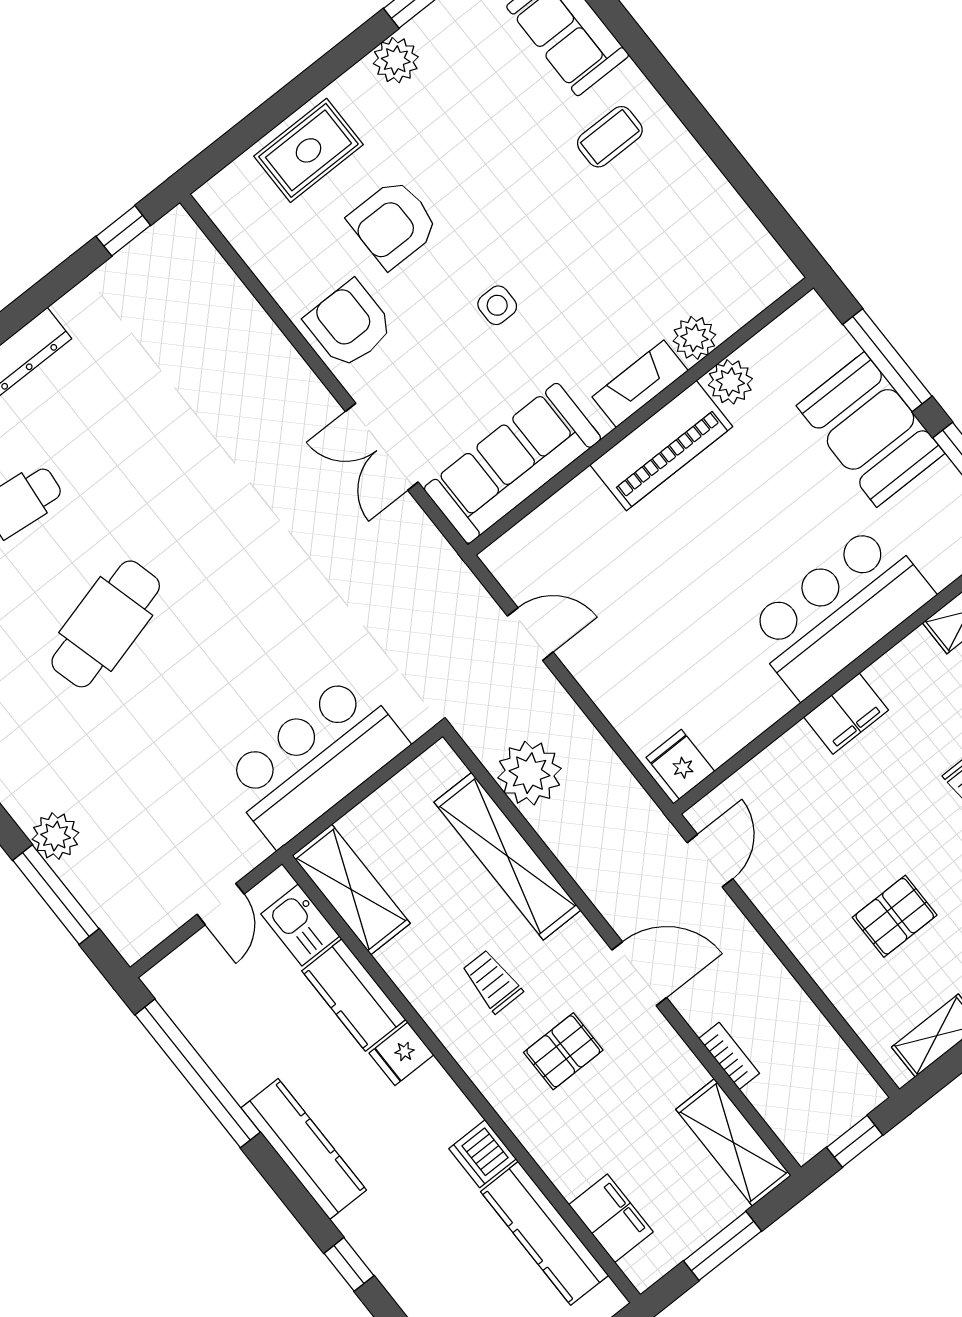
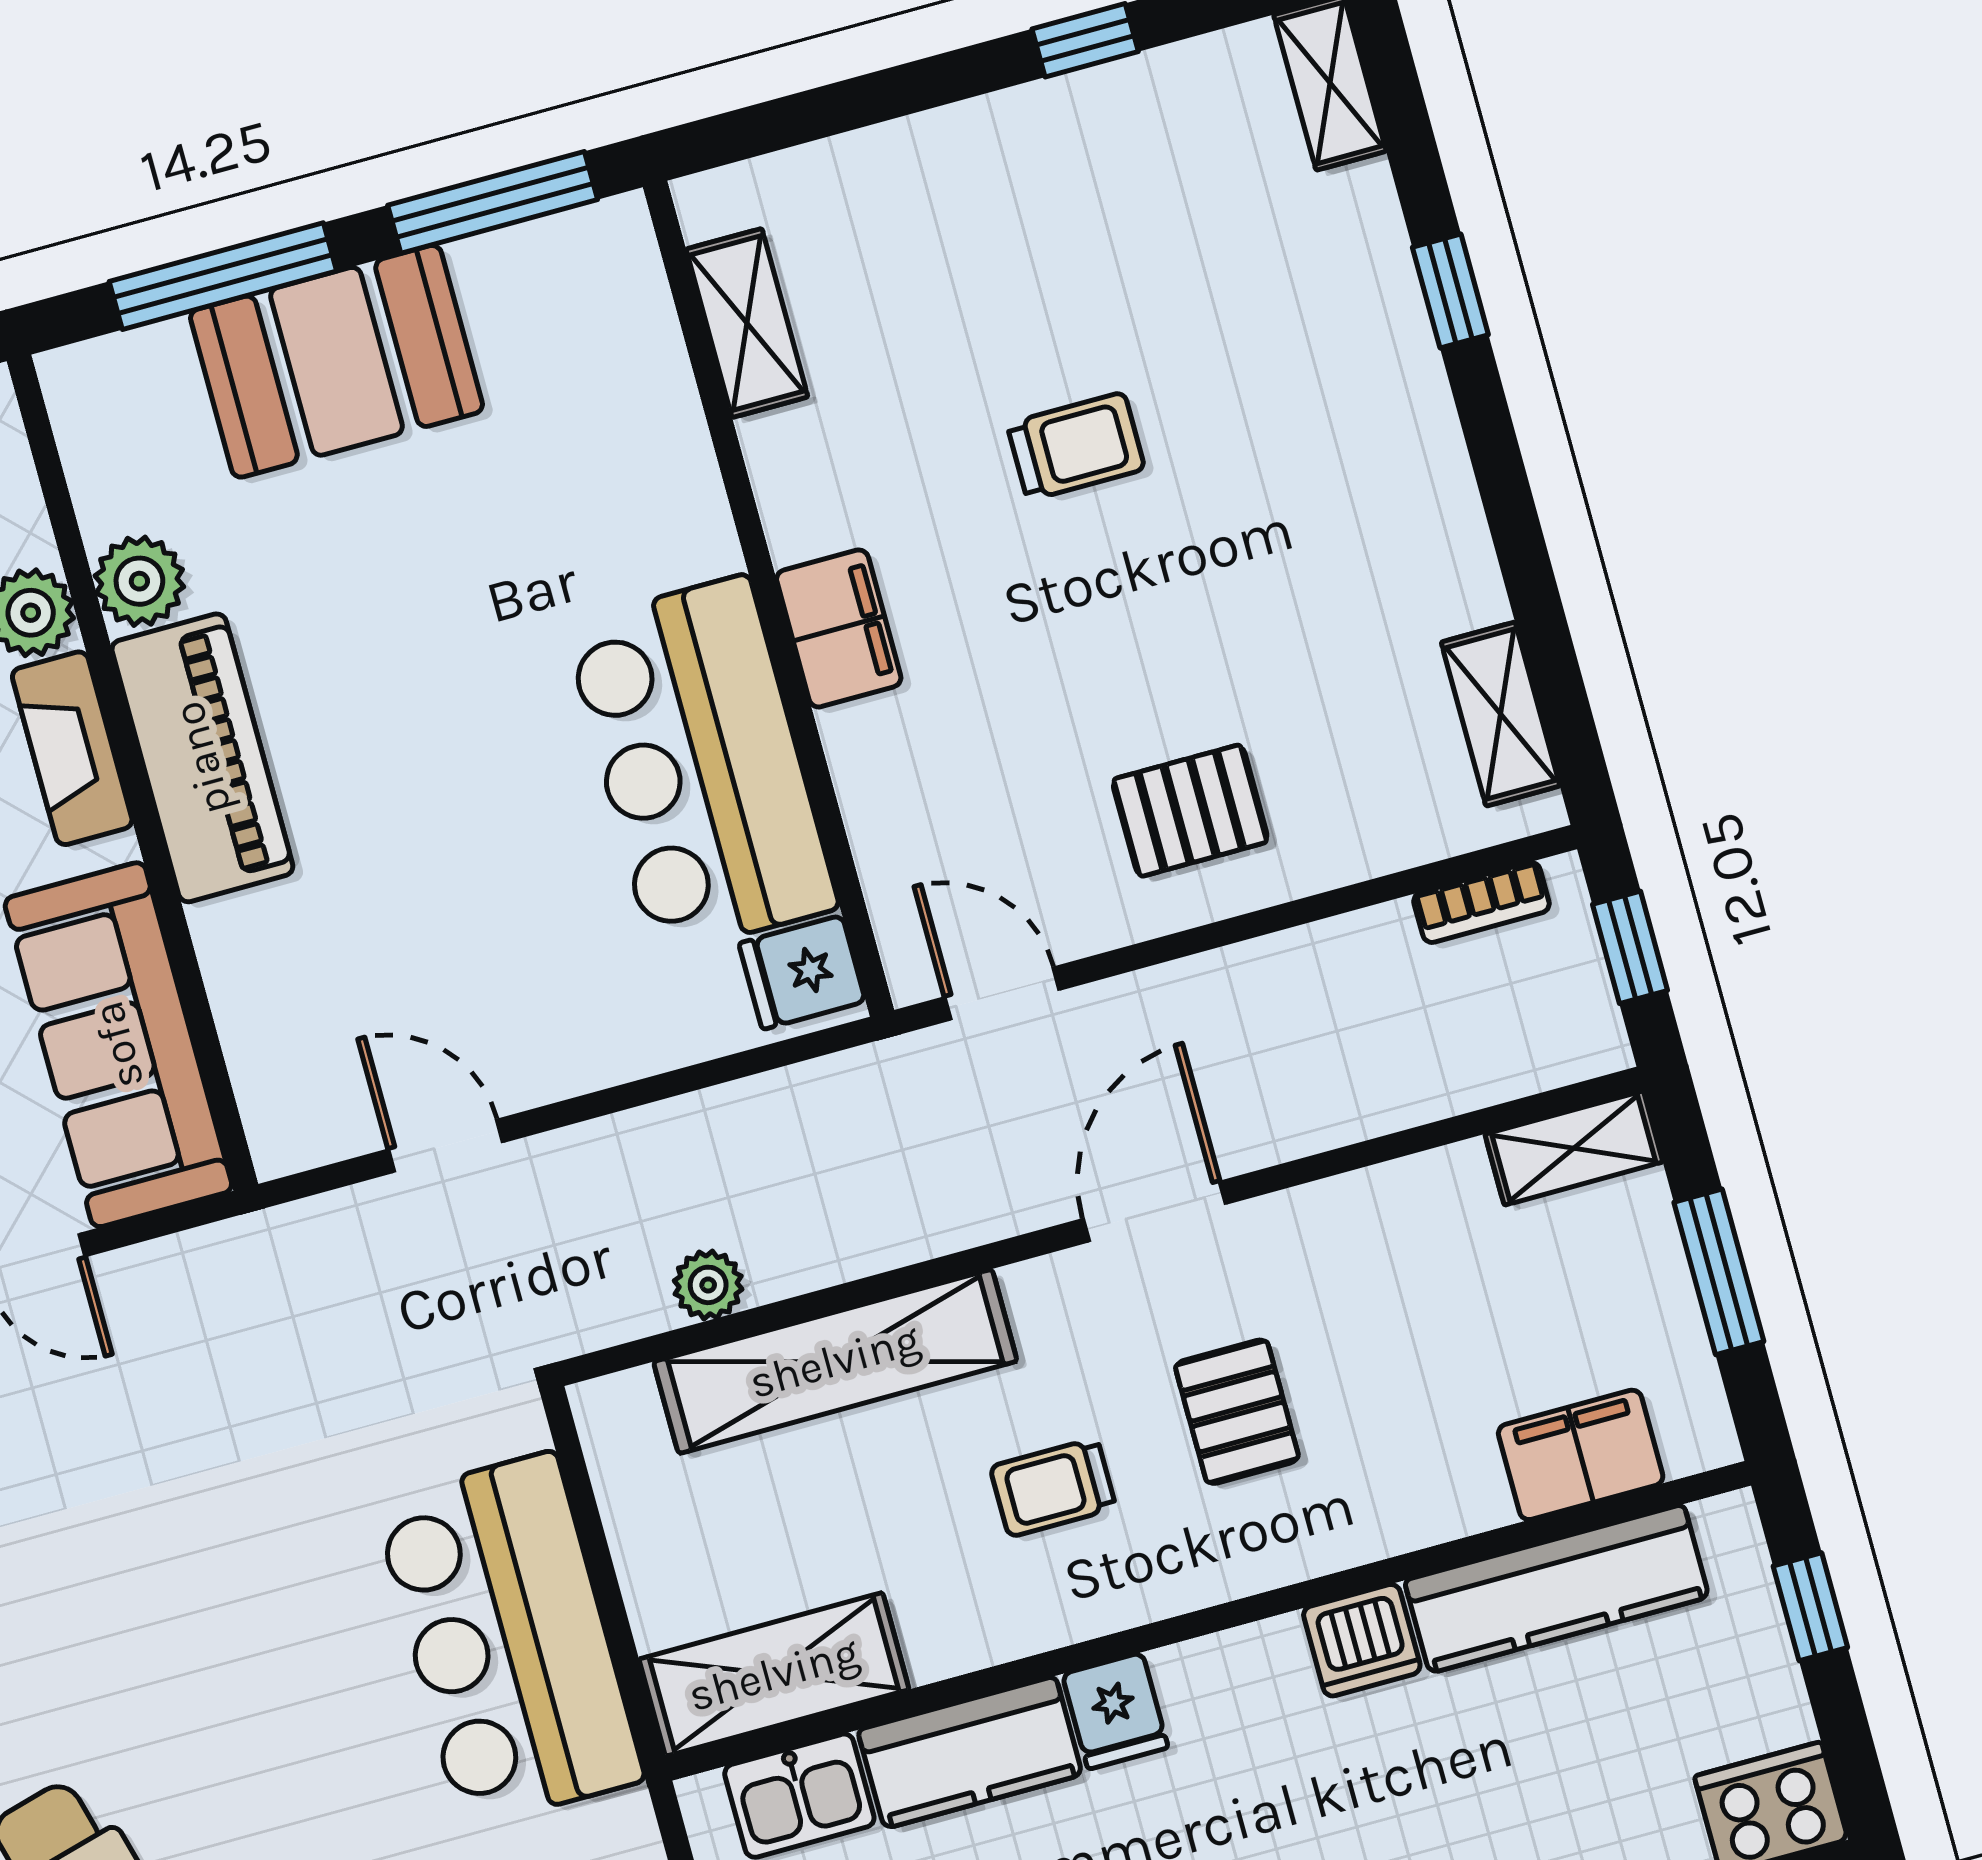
bar counter: (839, 611) -> (701, 766), moved
door: (530, 634) -> (446, 1146), hinge flipped
plant: (530, 773) -> (708, 1285), width x0.53, depth x0.53
pallet: (895, 916) -> (1190, 811), moved, turned 90
bookcase: (729, 1056) -> (1481, 902), moved, turned 180
shelving: (733, 1142) -> (1574, 1148), width x0.67, depth x0.75

